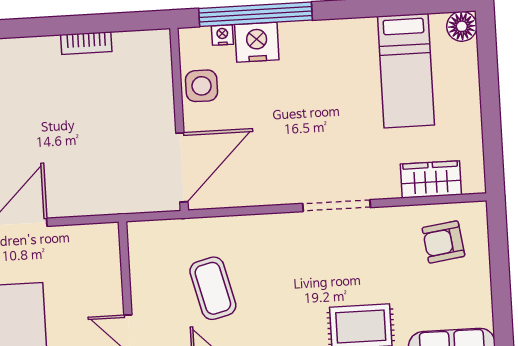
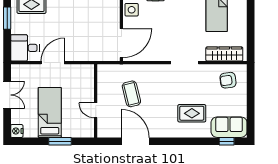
wardrobe: (431, 179) -> (224, 54), width x1.50

